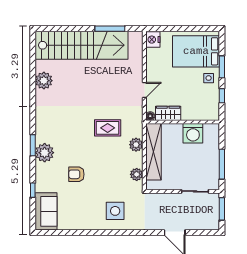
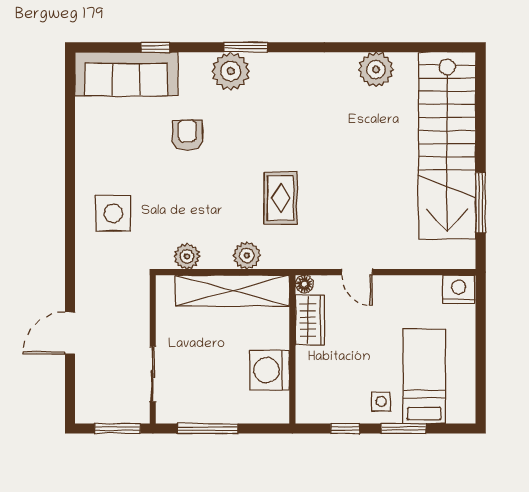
bed: (196, 51) -> (424, 376), width x0.67
sofa: (46, 211) -> (126, 74), width x1.36

